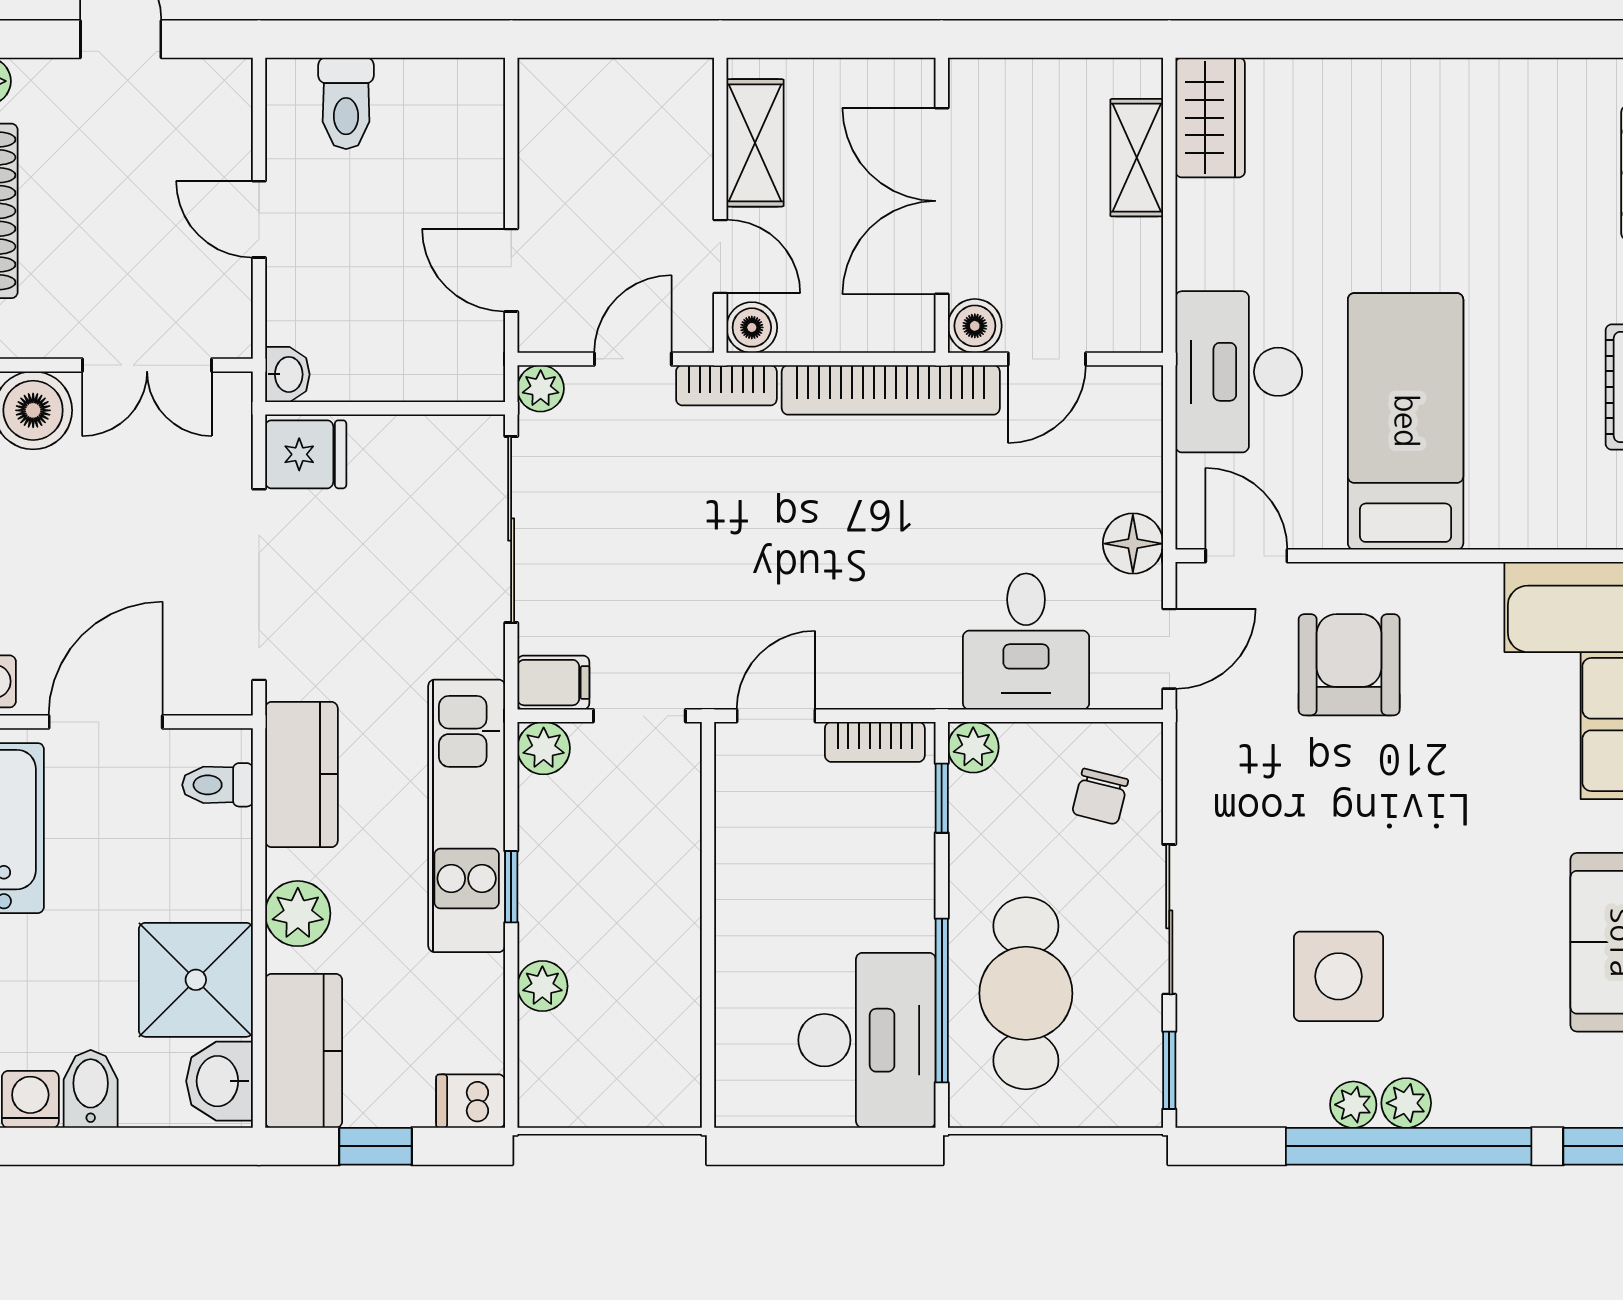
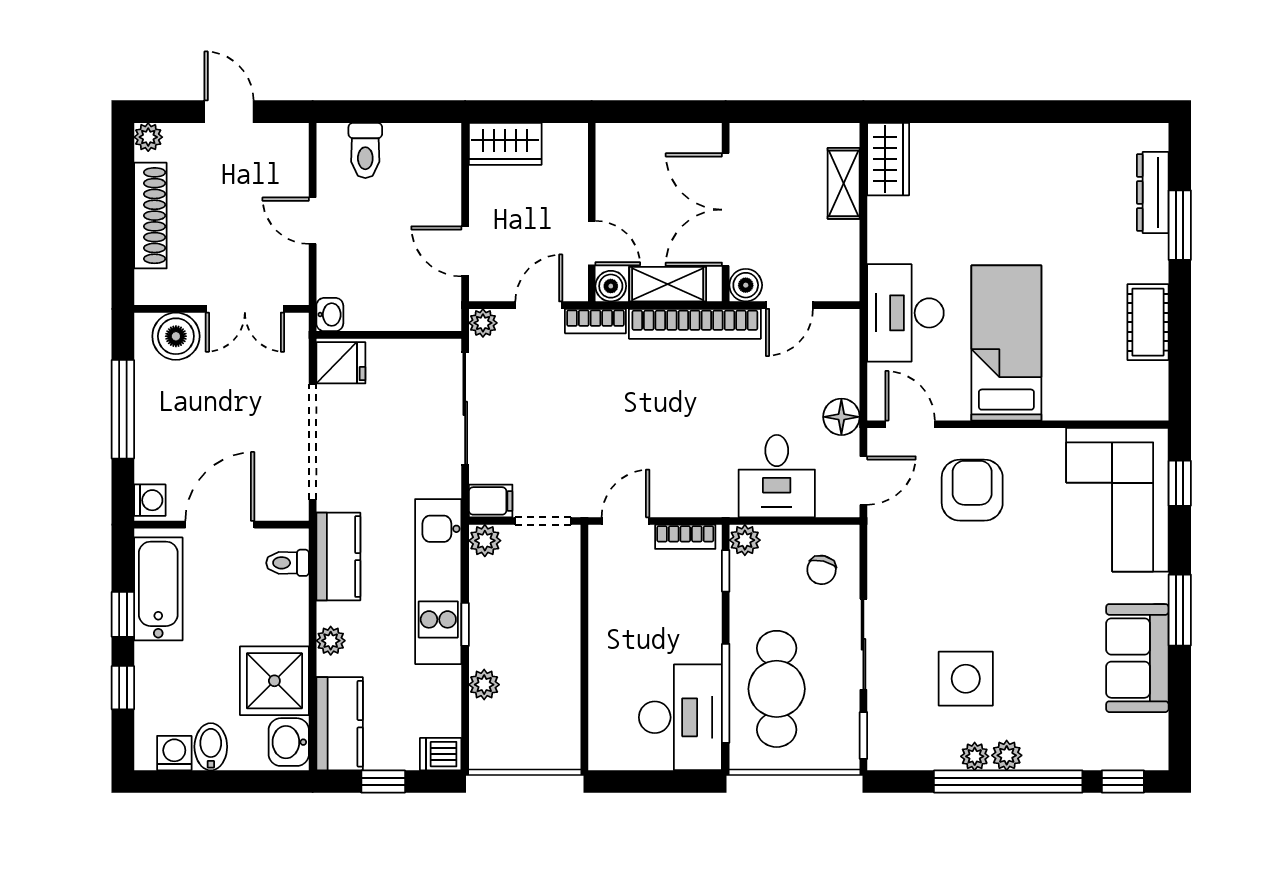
wardrobe: (577, 92) -> (505, 144), added
shelving: (755, 143) -> (668, 284), moved, turned 90
plant: (298, 914) -> (331, 641), width x0.73, depth x0.73

